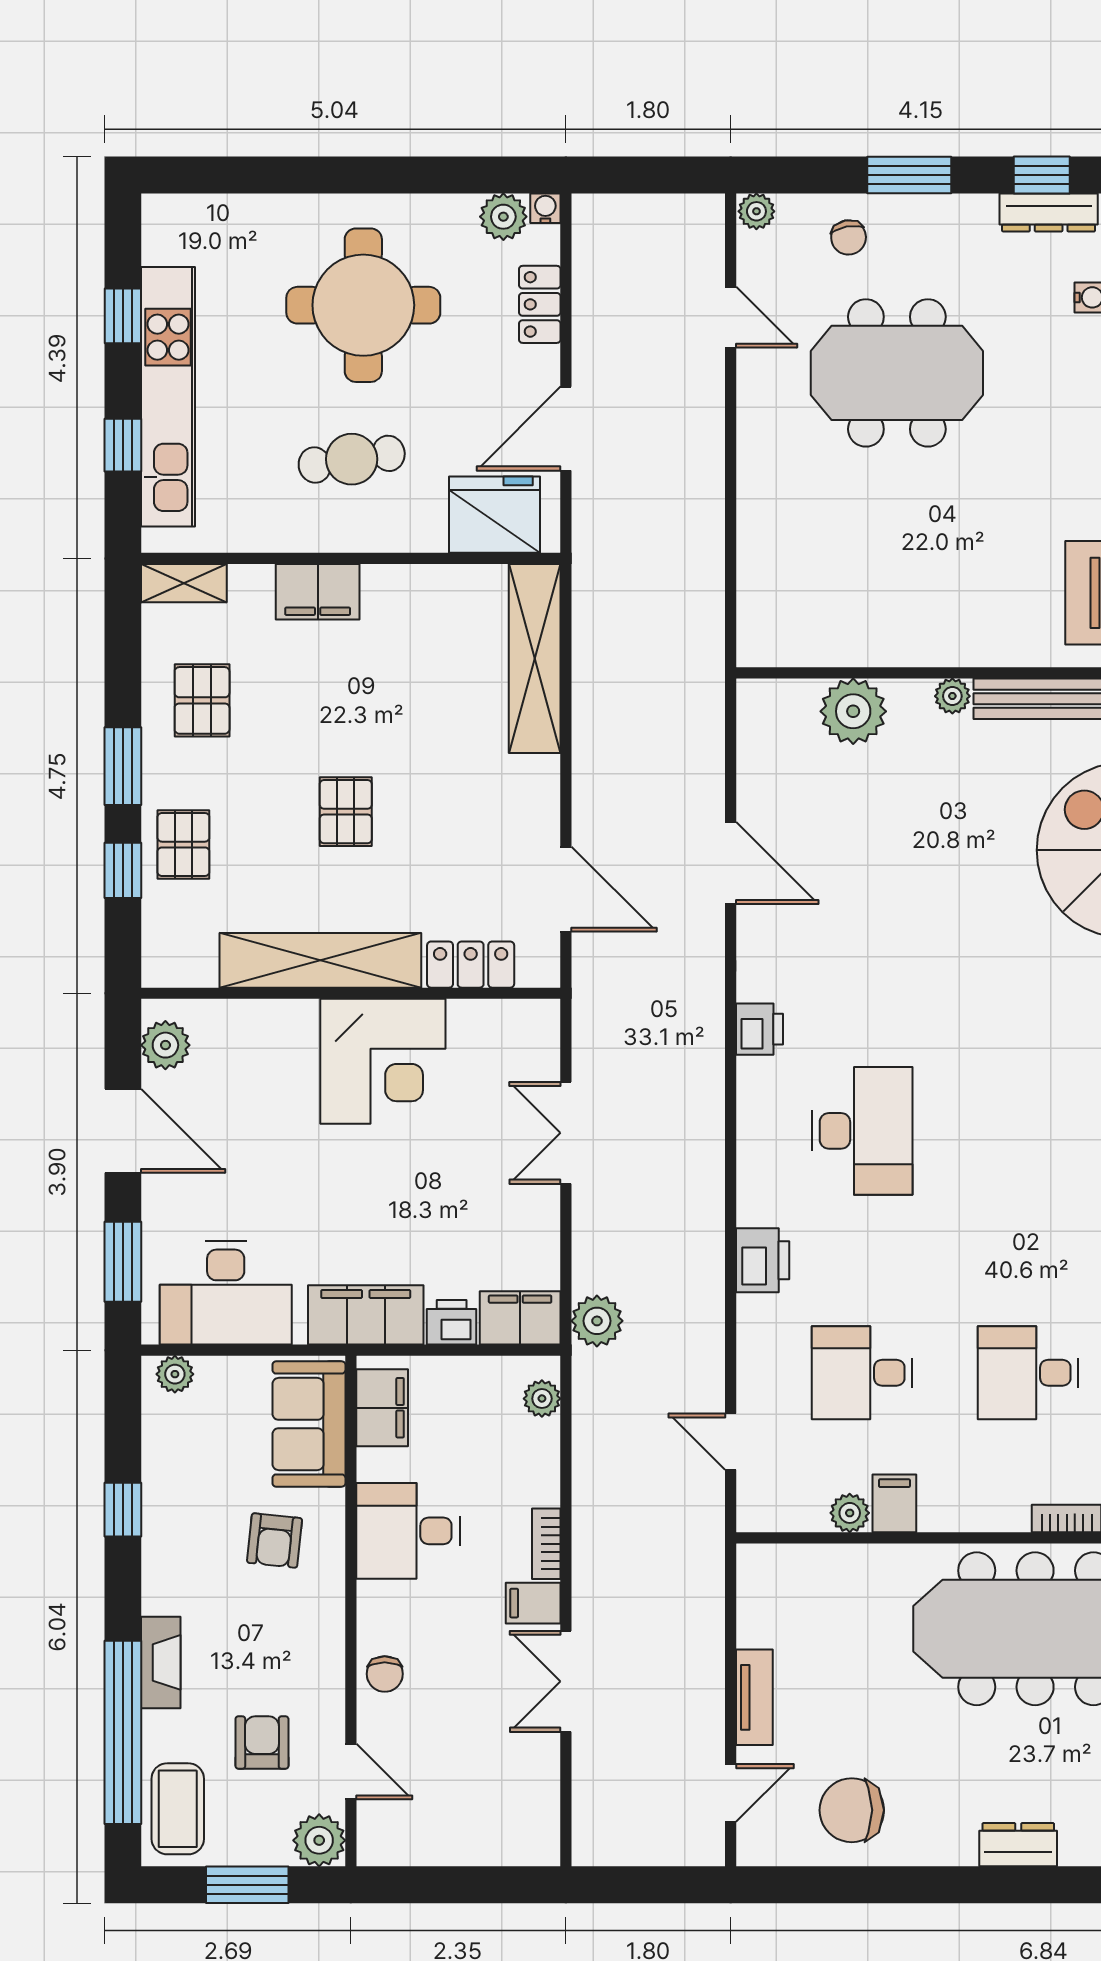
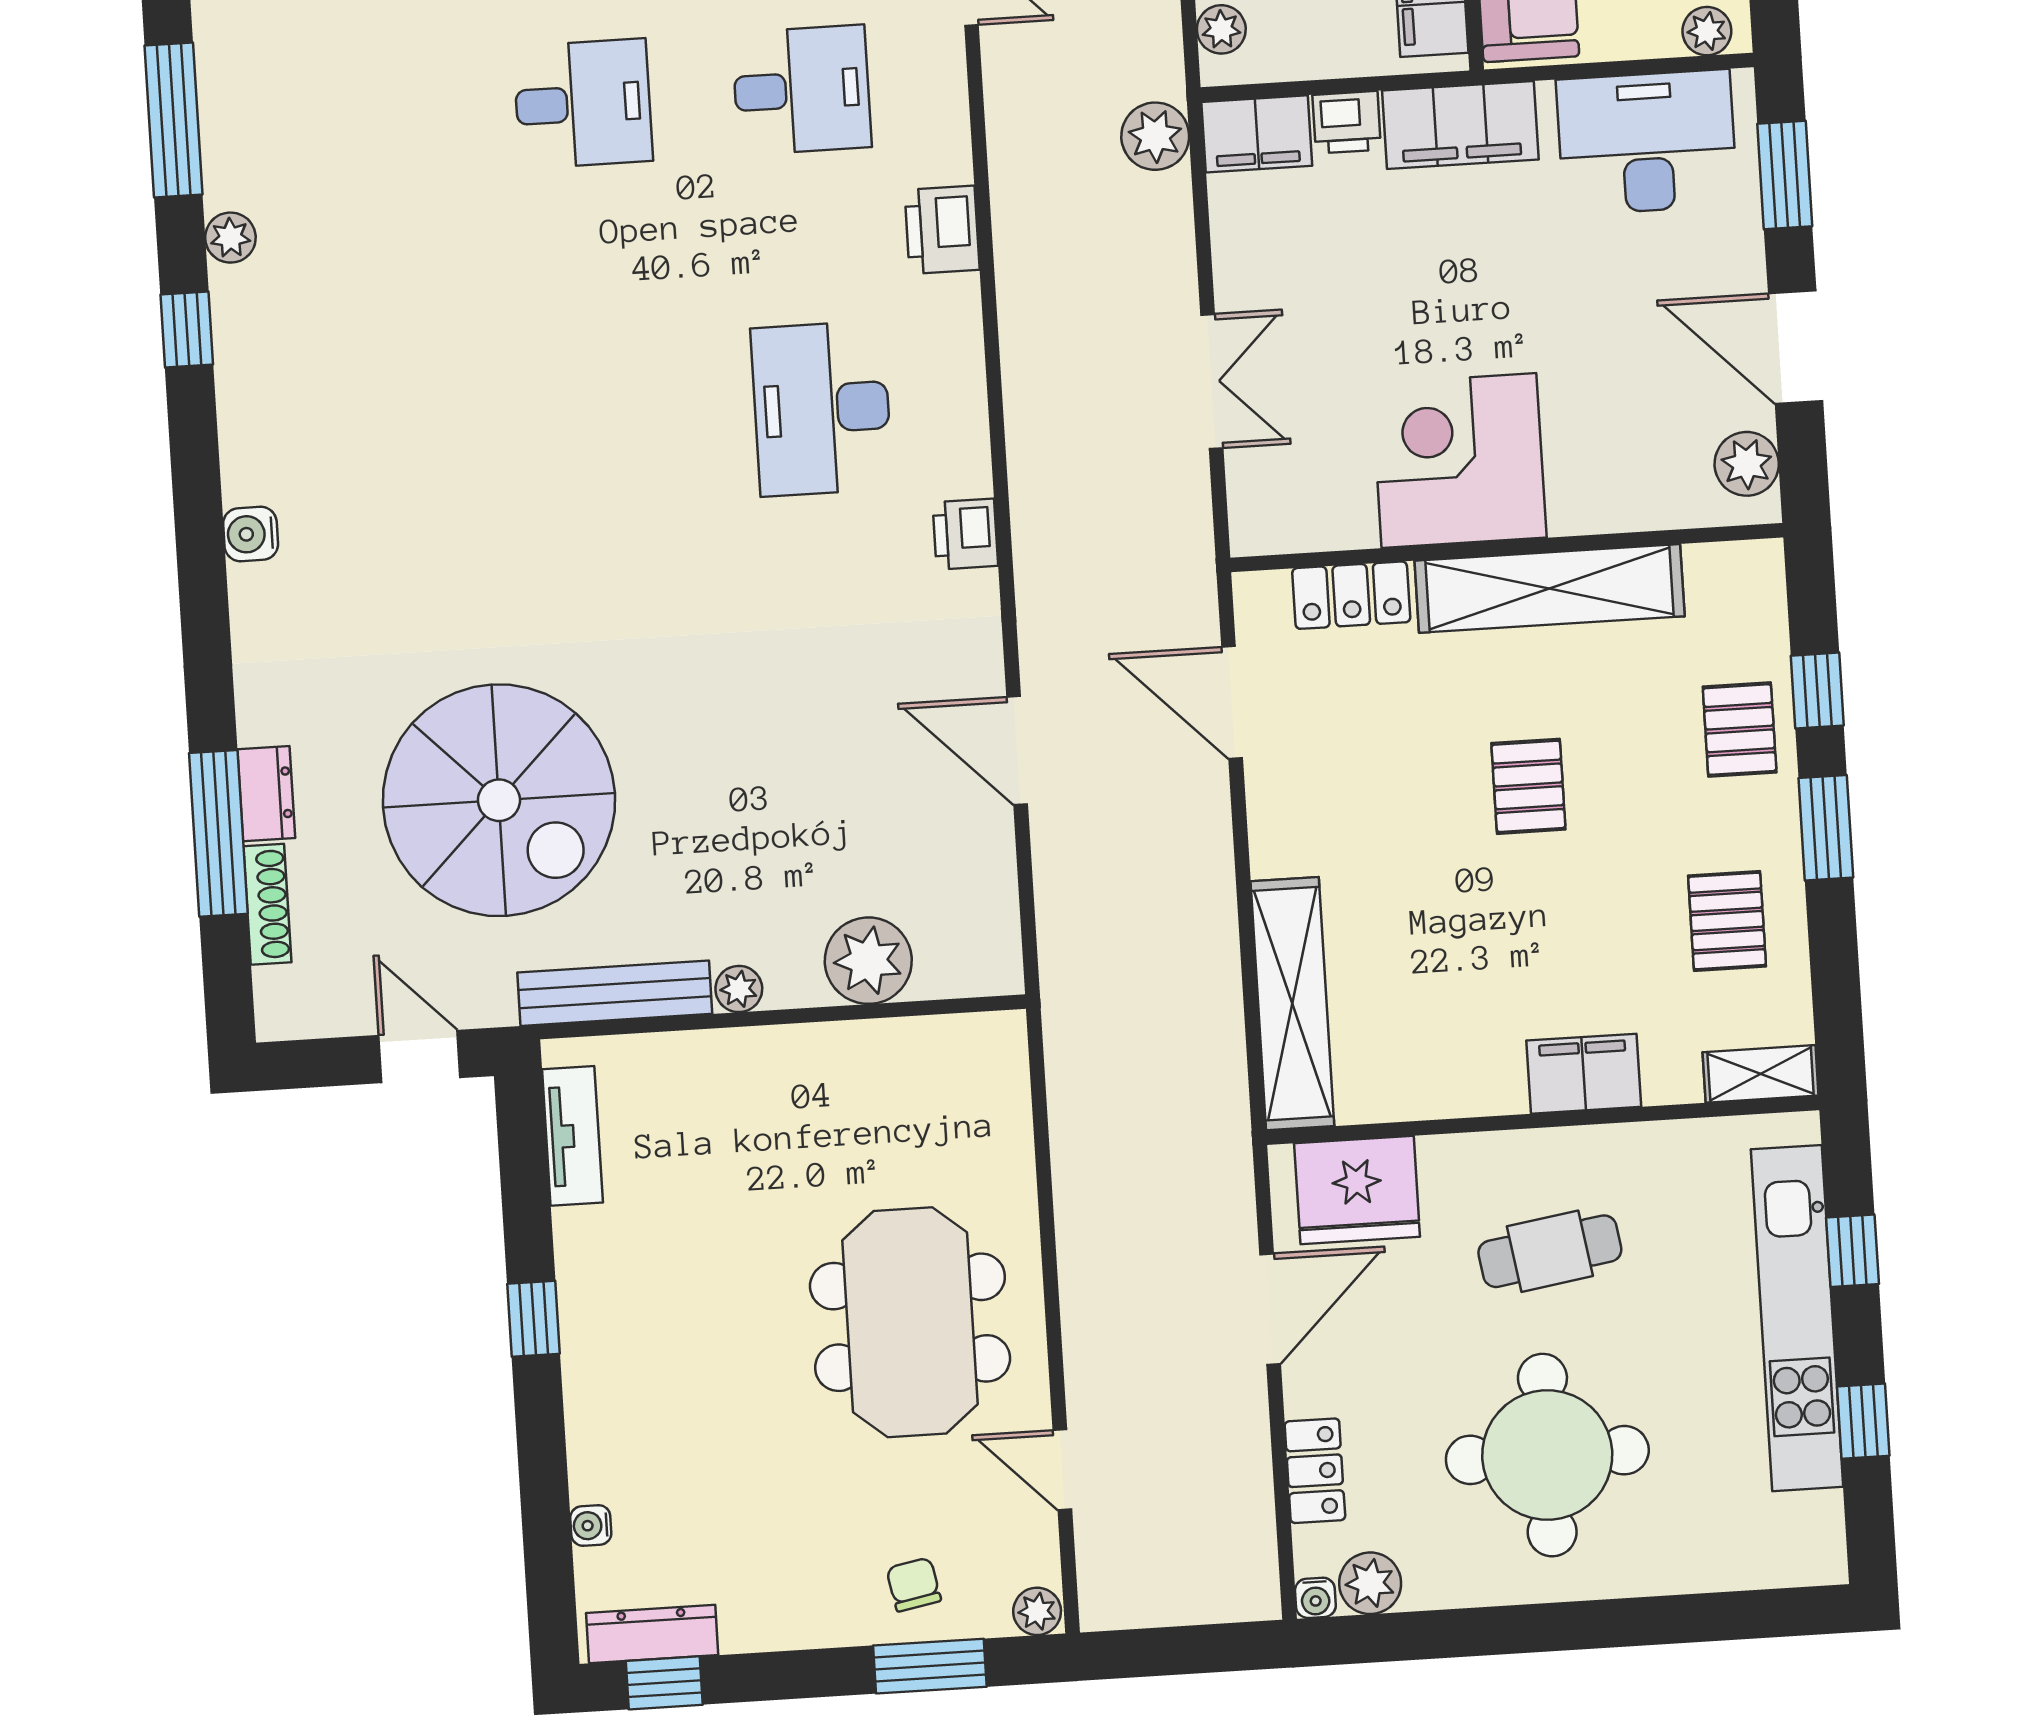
window: (909, 175) -> (930, 1666), moved
meeting table: (897, 373) -> (910, 1322), moved, turned 90

